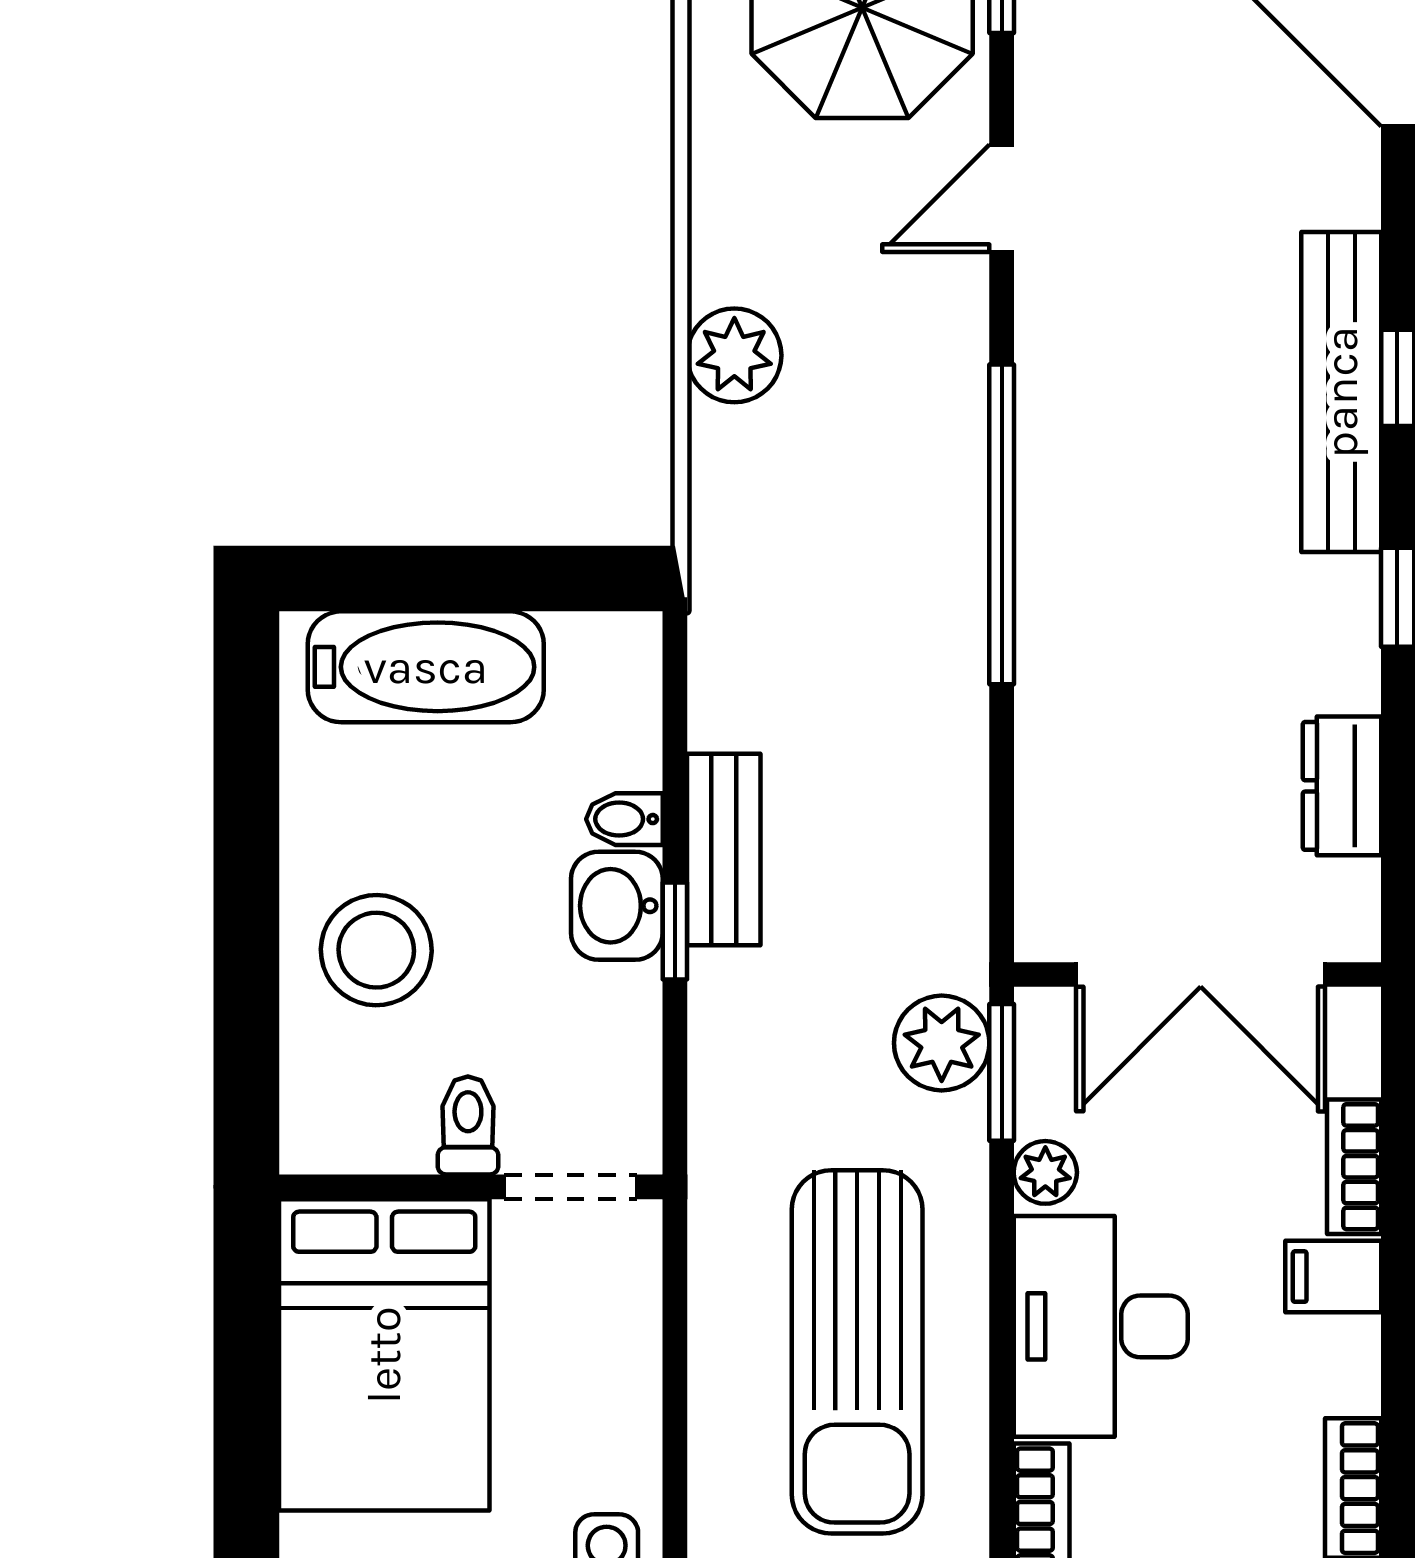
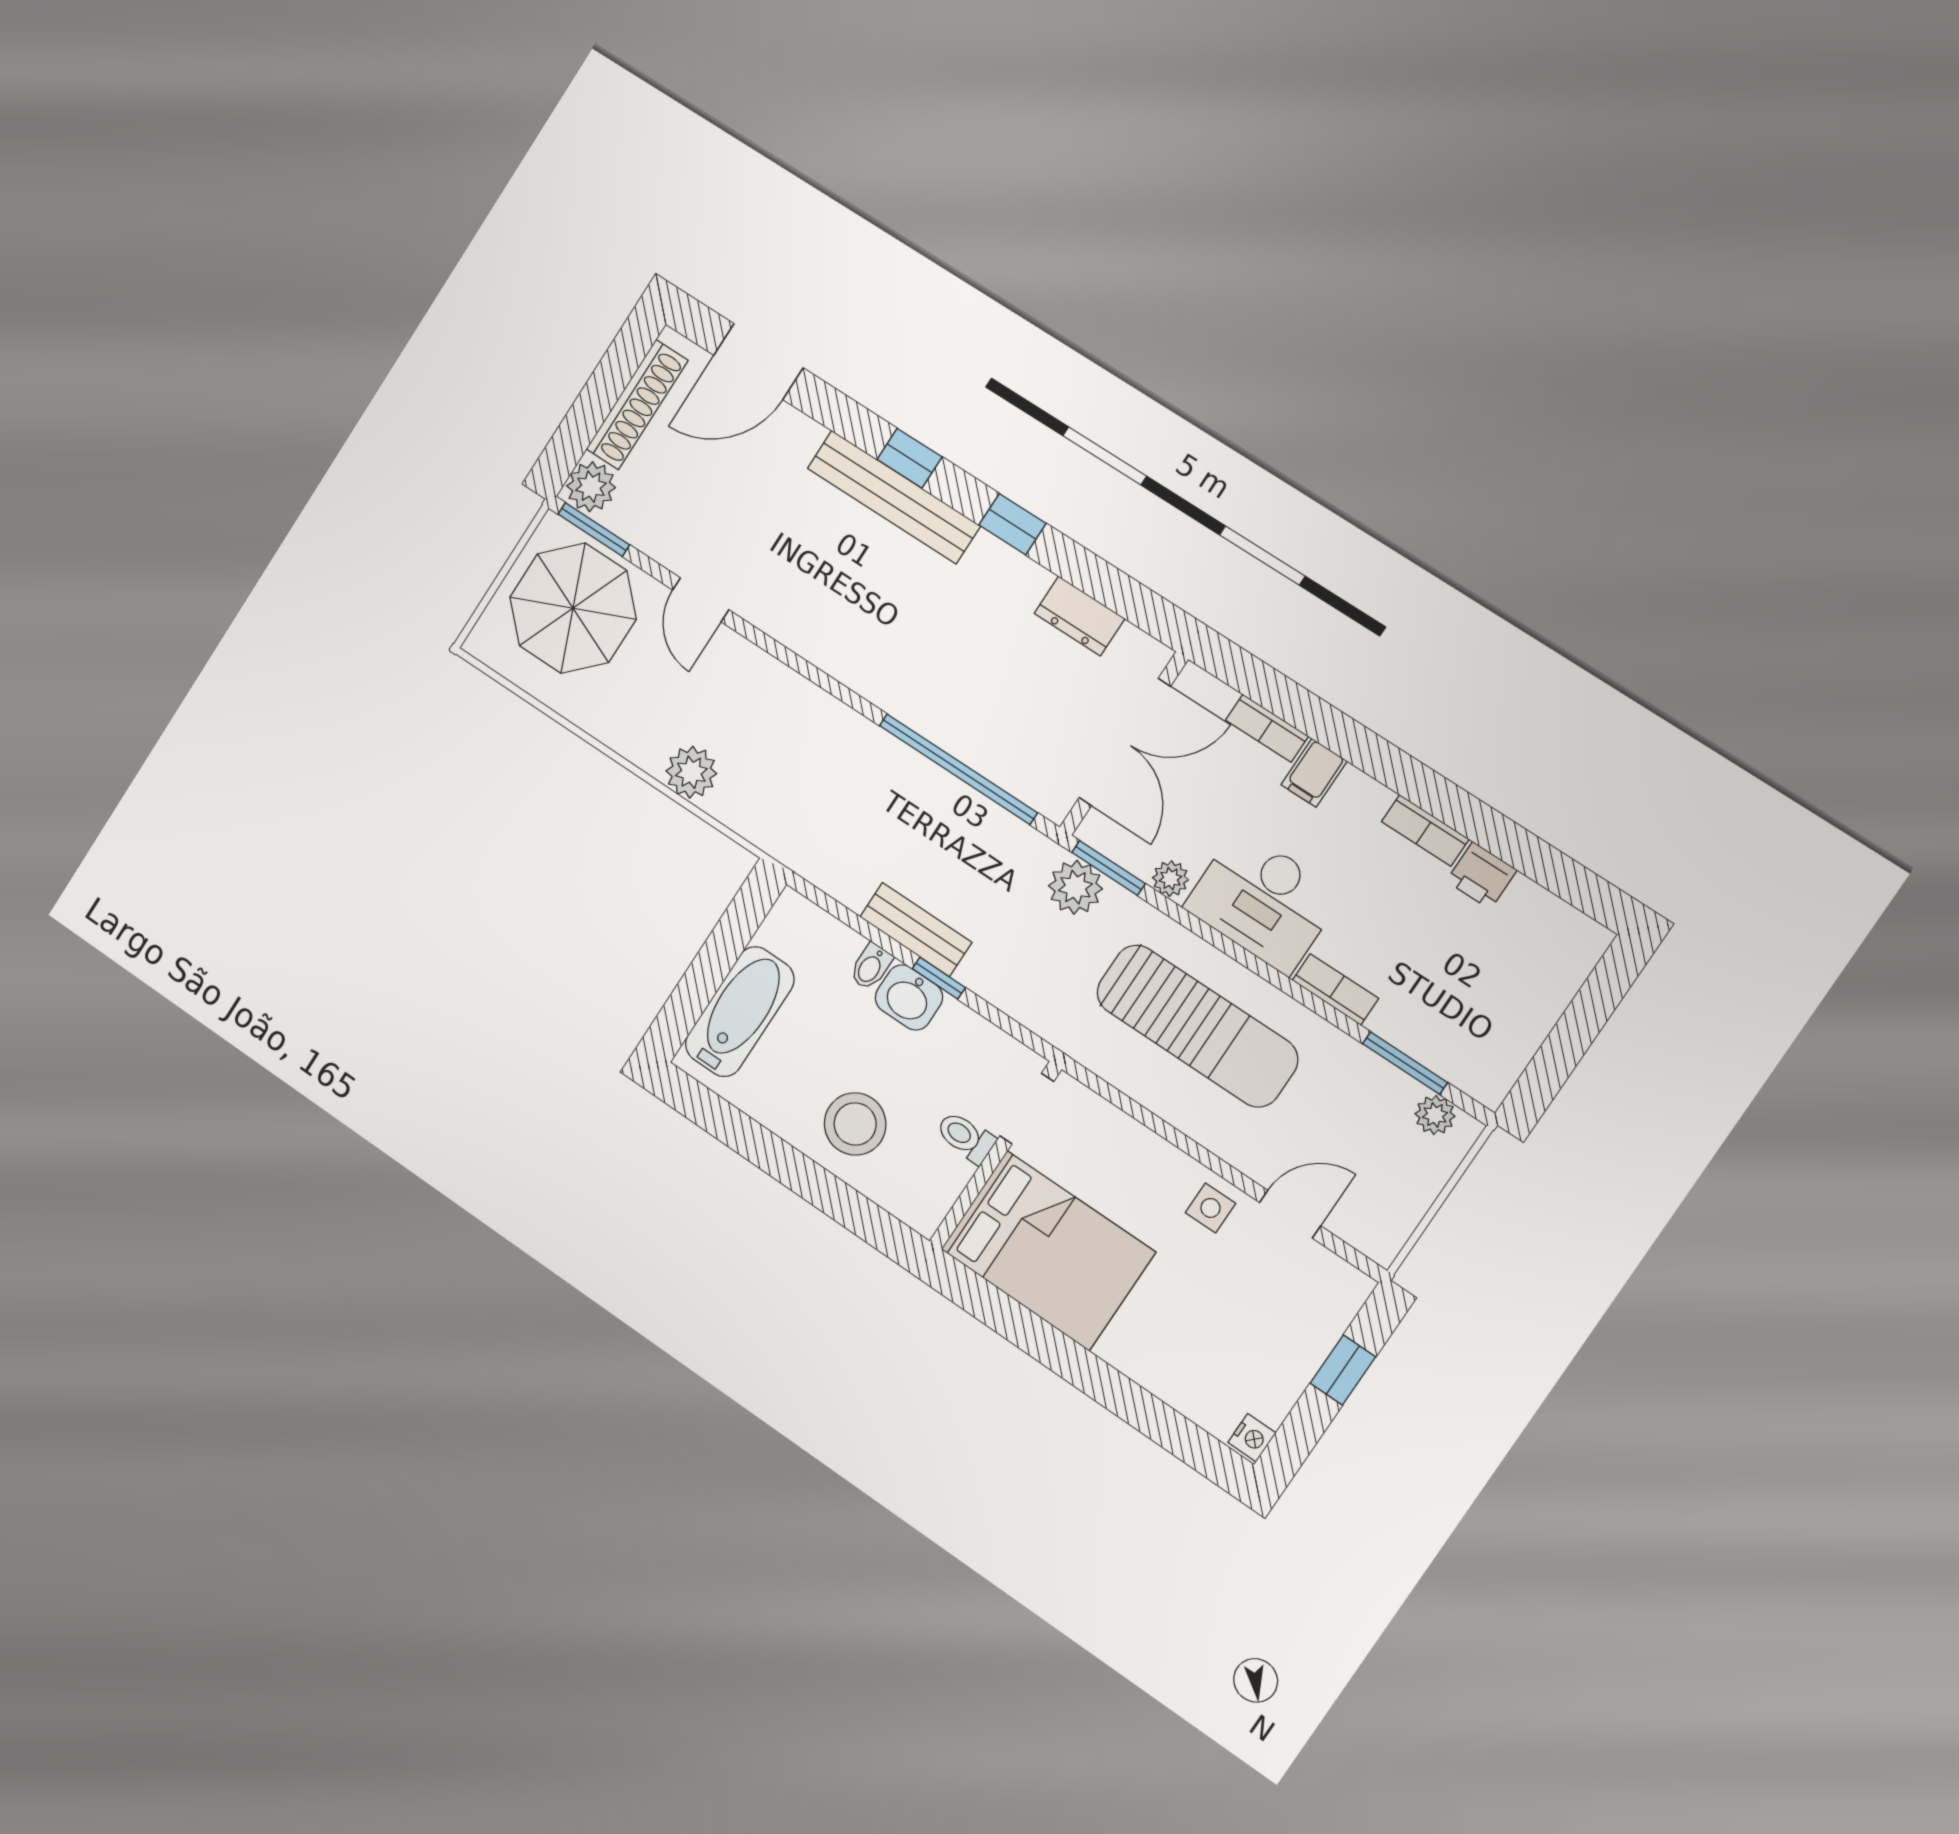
window: (1002, 524) -> (958, 769), moved

